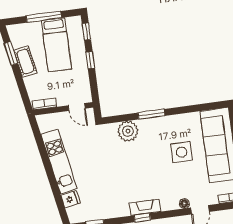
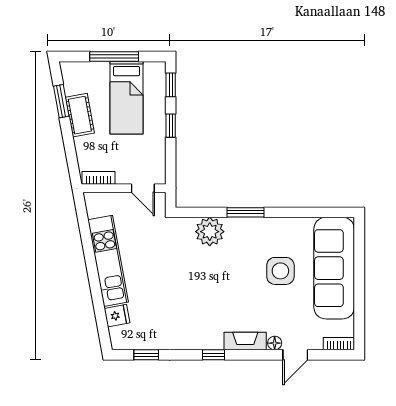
fireplace: (145, 207) -> (245, 341), moved

